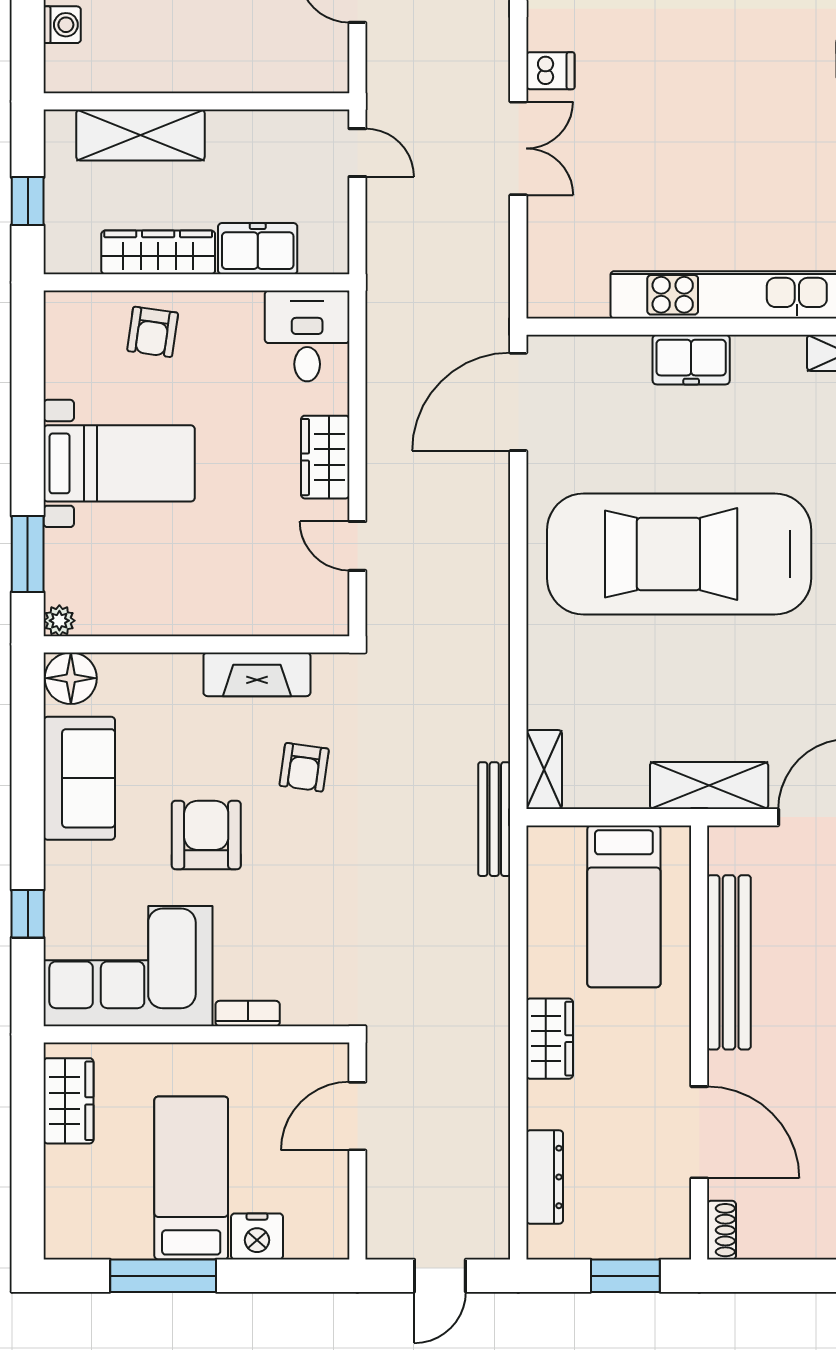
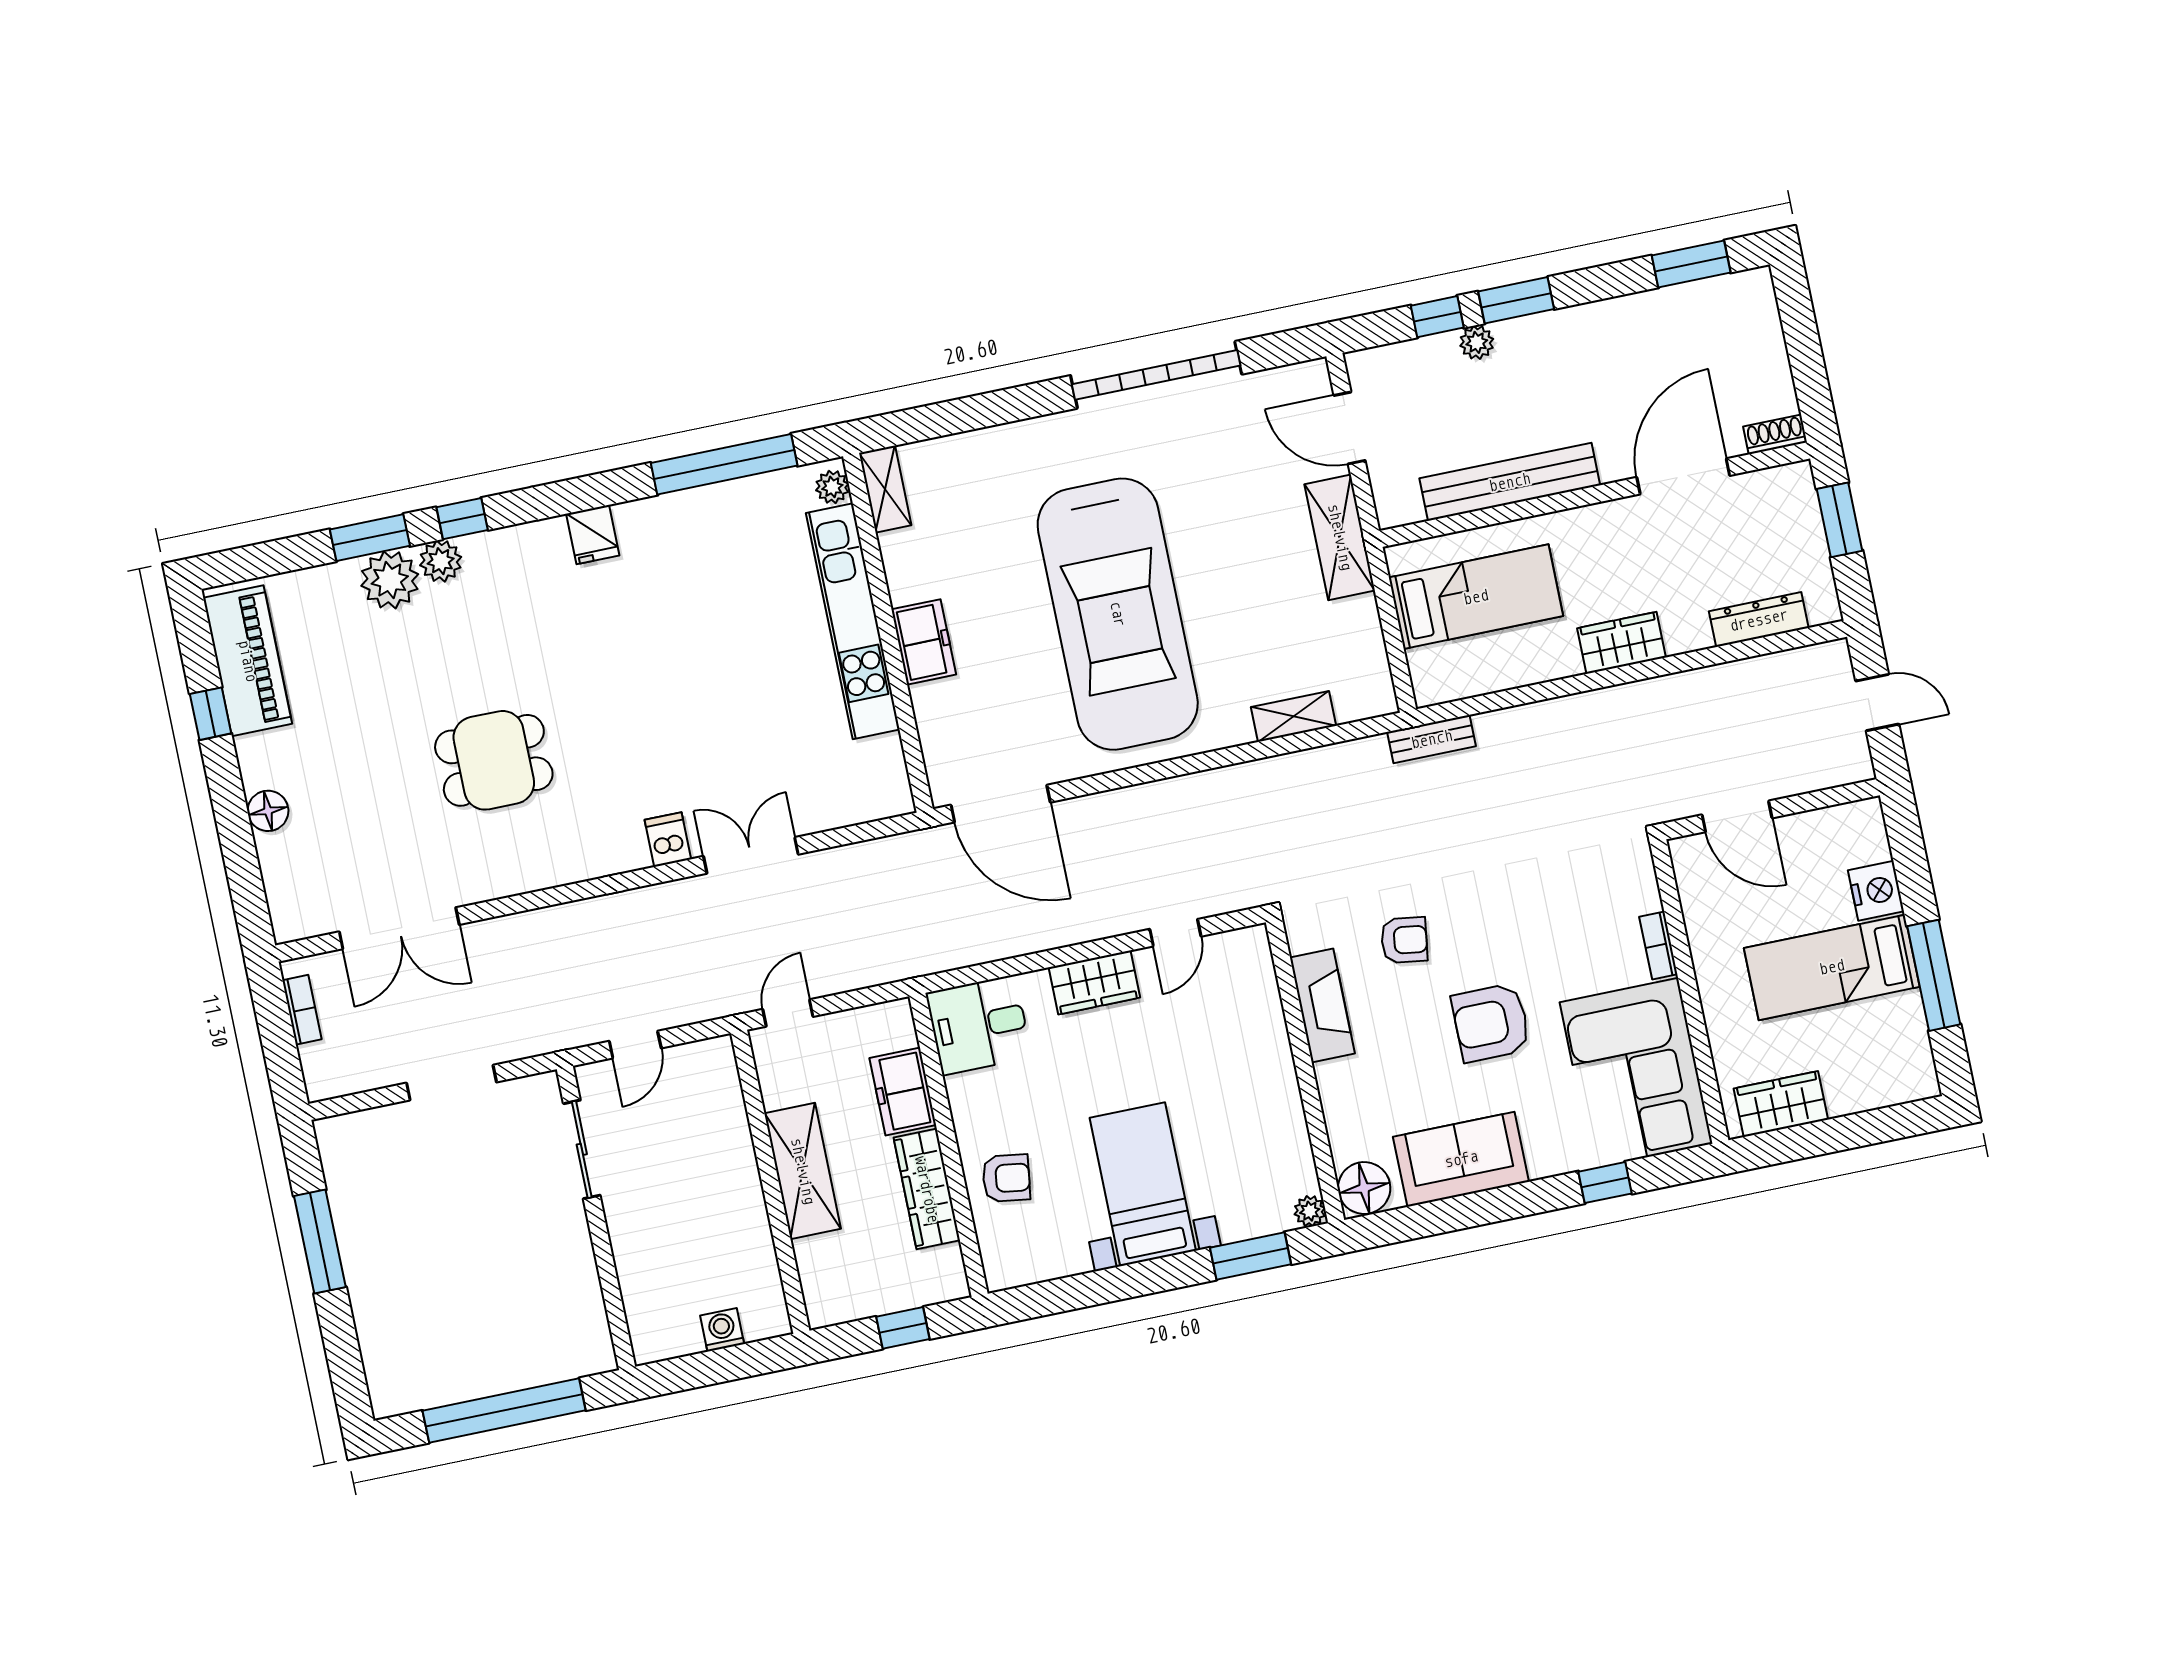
shelving: (140, 135) -> (803, 1171), moved
shelving: (544, 770) -> (1294, 716), moved
bench: (494, 819) -> (1432, 739), width x0.73

